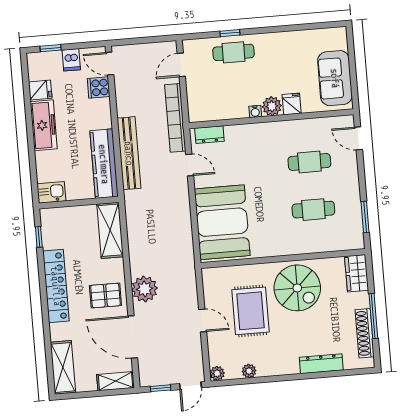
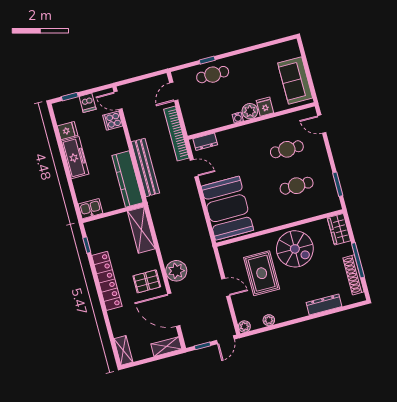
shelving: (63, 367) -> (123, 350), width x0.67, depth x0.75

